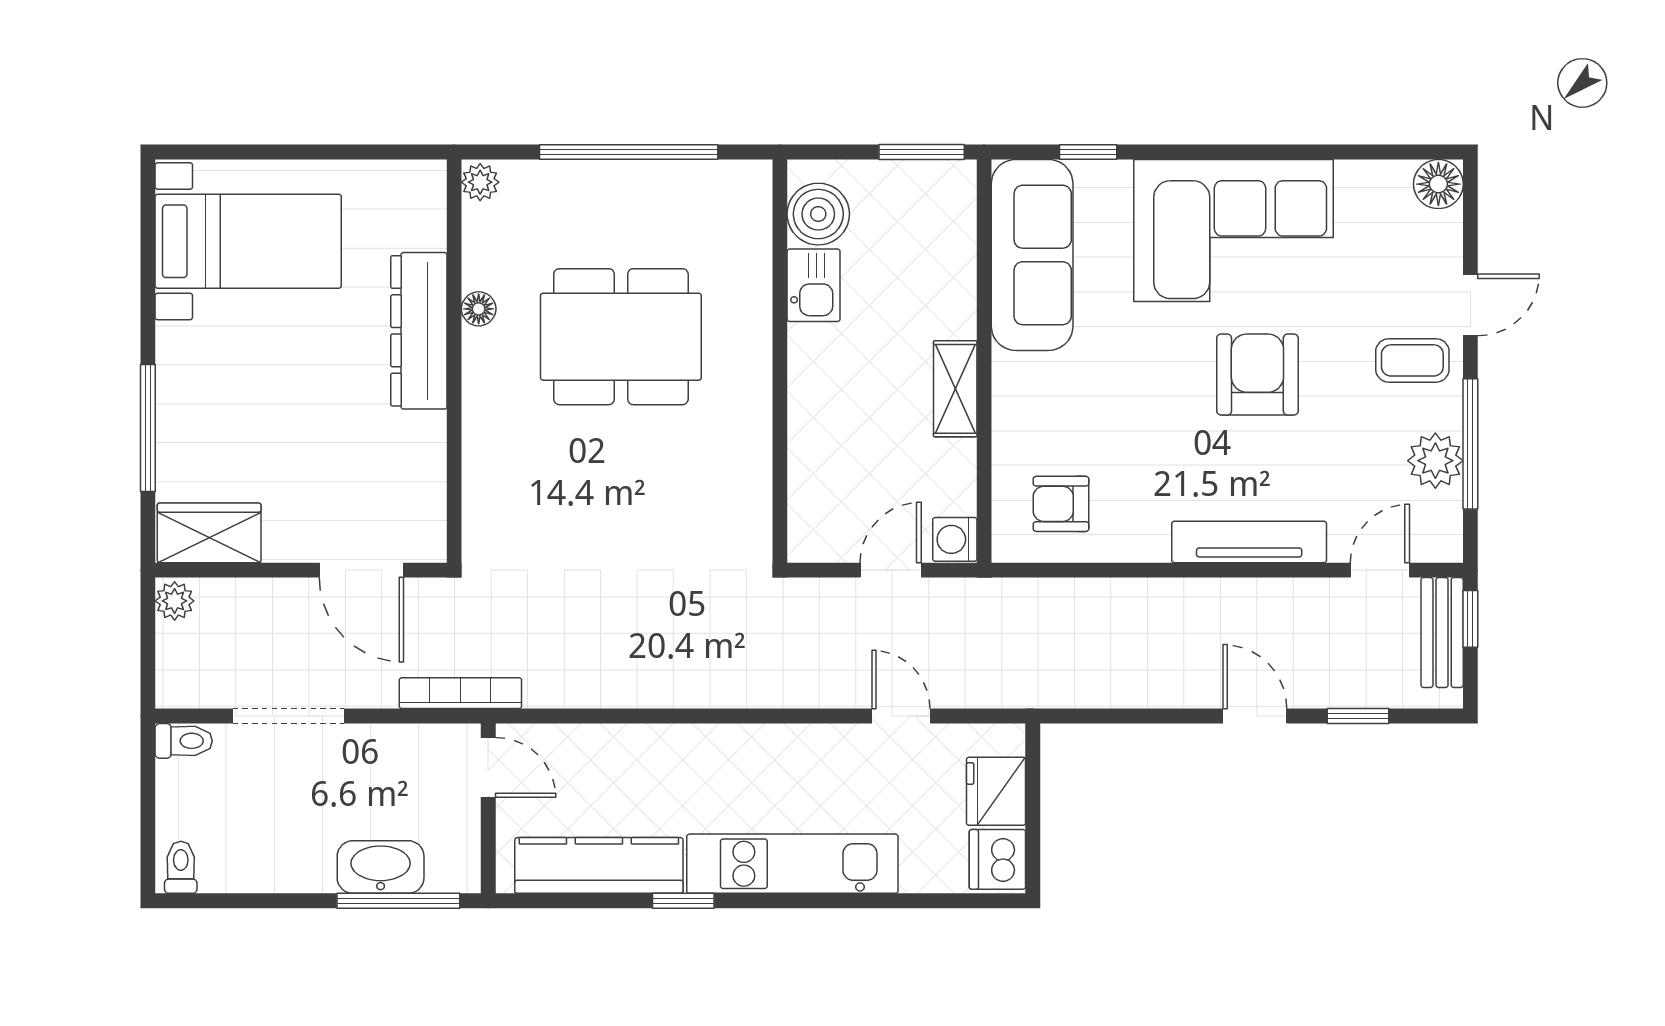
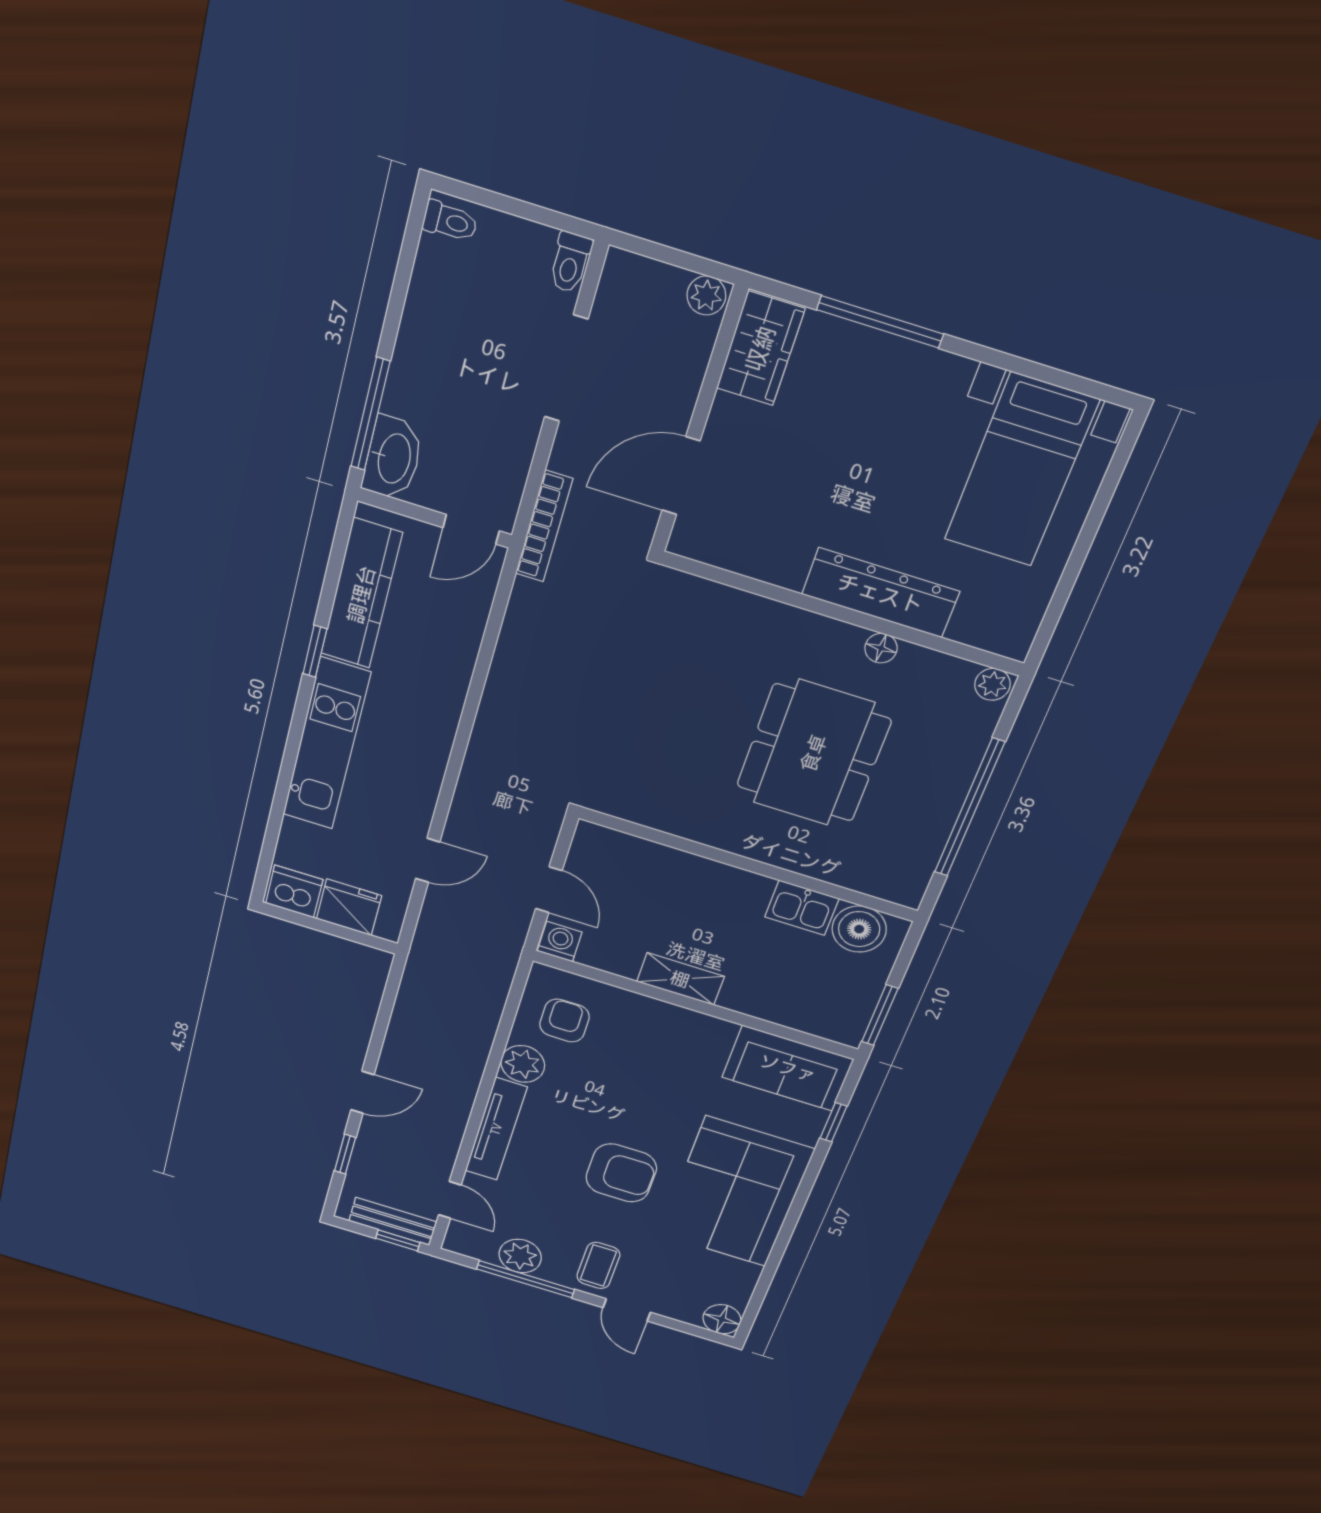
sofa: (1032, 255) -> (788, 1068), width x0.73
plant: (1141, 536) -> (523, 1064), added
washbasin: (381, 867) -> (393, 458), moved

